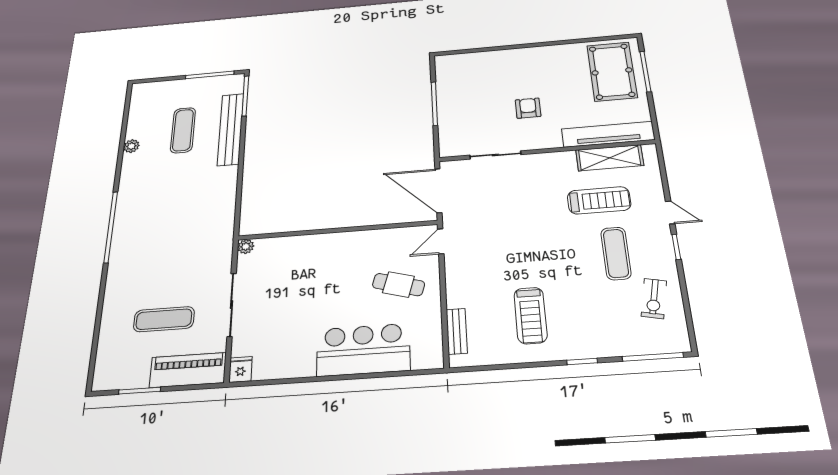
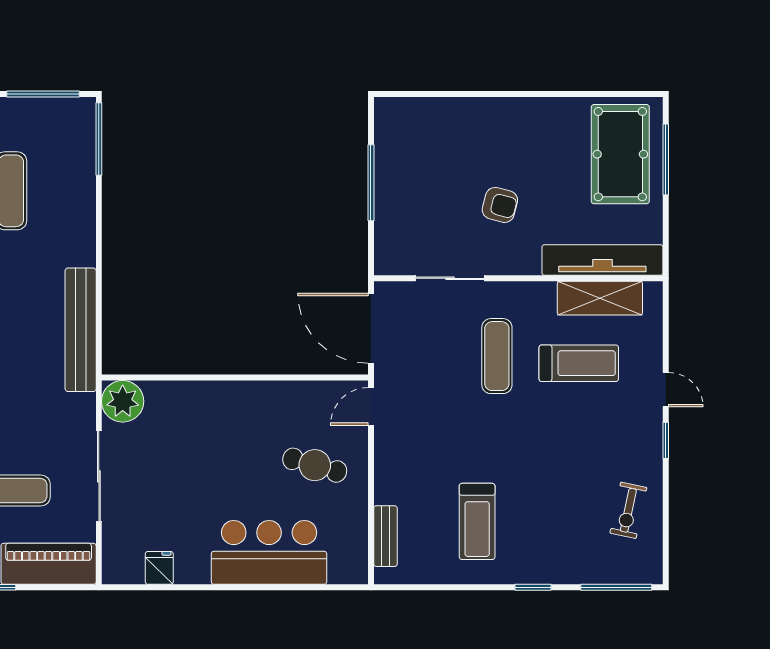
armchair: (528, 108) -> (500, 205), turned 105
bench: (231, 129) -> (81, 330), moved
plant: (246, 246) -> (123, 401), width x1.88, depth x1.88
exercise mat: (616, 253) -> (497, 356), moved
fridge: (240, 370) -> (159, 568), moved

